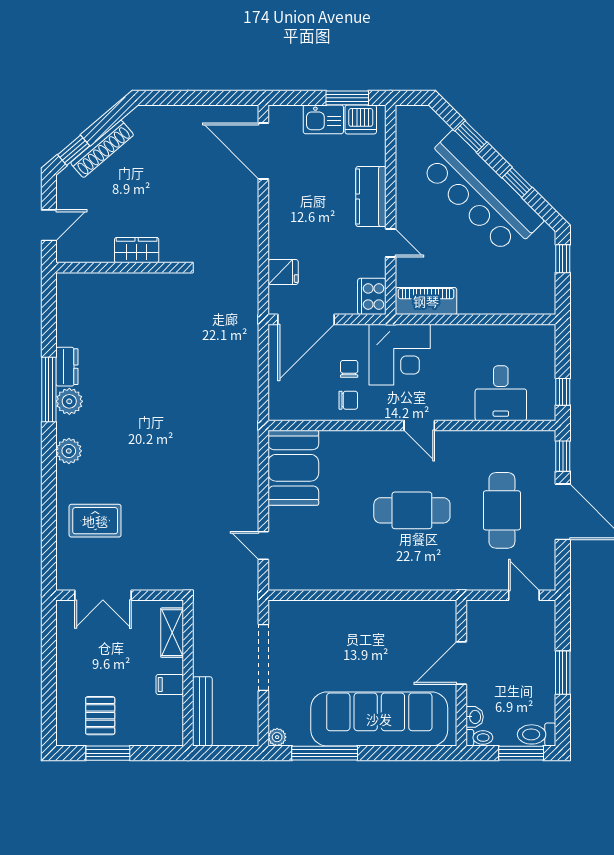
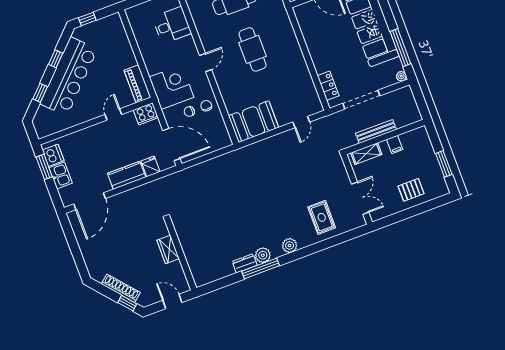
kitchen counter: (371, 197) -> (127, 175), moved, turned 180
locker: (306, 612) -> (328, 86), added
bench: (202, 711) -> (376, 131), moved
pallet: (100, 716) -> (411, 190), moved

